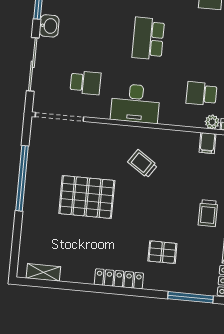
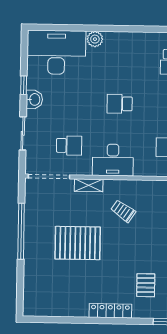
school desk: (148, 39) -> (120, 104), width x0.54
sliding door: (33, 64) -> (23, 133), width x0.73
pallet: (162, 252) -> (146, 285), turned 90
shelving: (43, 272) -> (89, 185), moved

